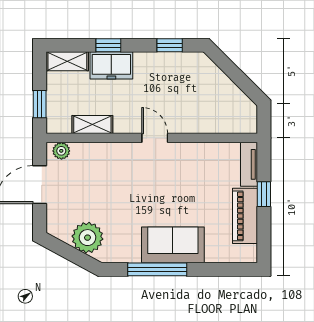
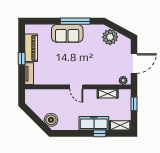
window: (170, 45) -> (69, 133), removed
freezer: (111, 65) -> (94, 123), width x1.40
boiler: (205, 72) -> (51, 120), added

